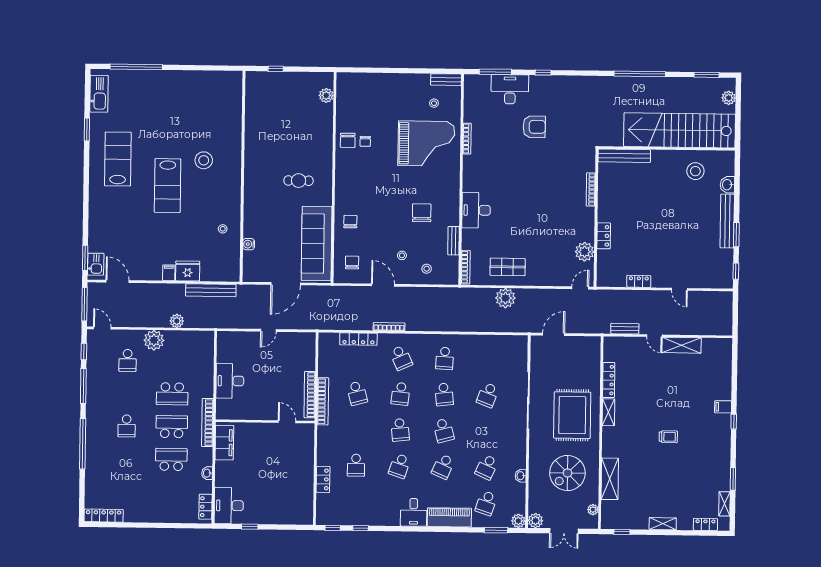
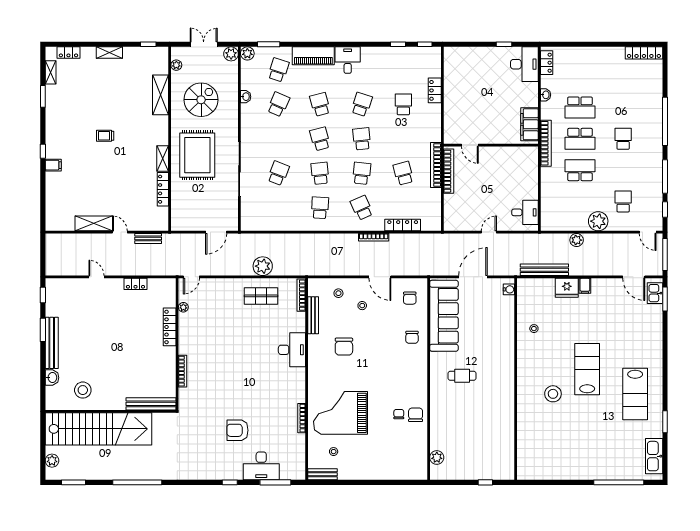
locker: (604, 236) -> (170, 327), width x1.53
bench: (454, 241) -> (313, 315), width x1.36
water cooler: (249, 244) -> (509, 289), moved
plant: (585, 252) -> (183, 307), width x0.53, depth x0.53
desk: (230, 381) -> (525, 212), moved, width x0.73
school desk: (443, 466) -> (320, 104), turned -39

